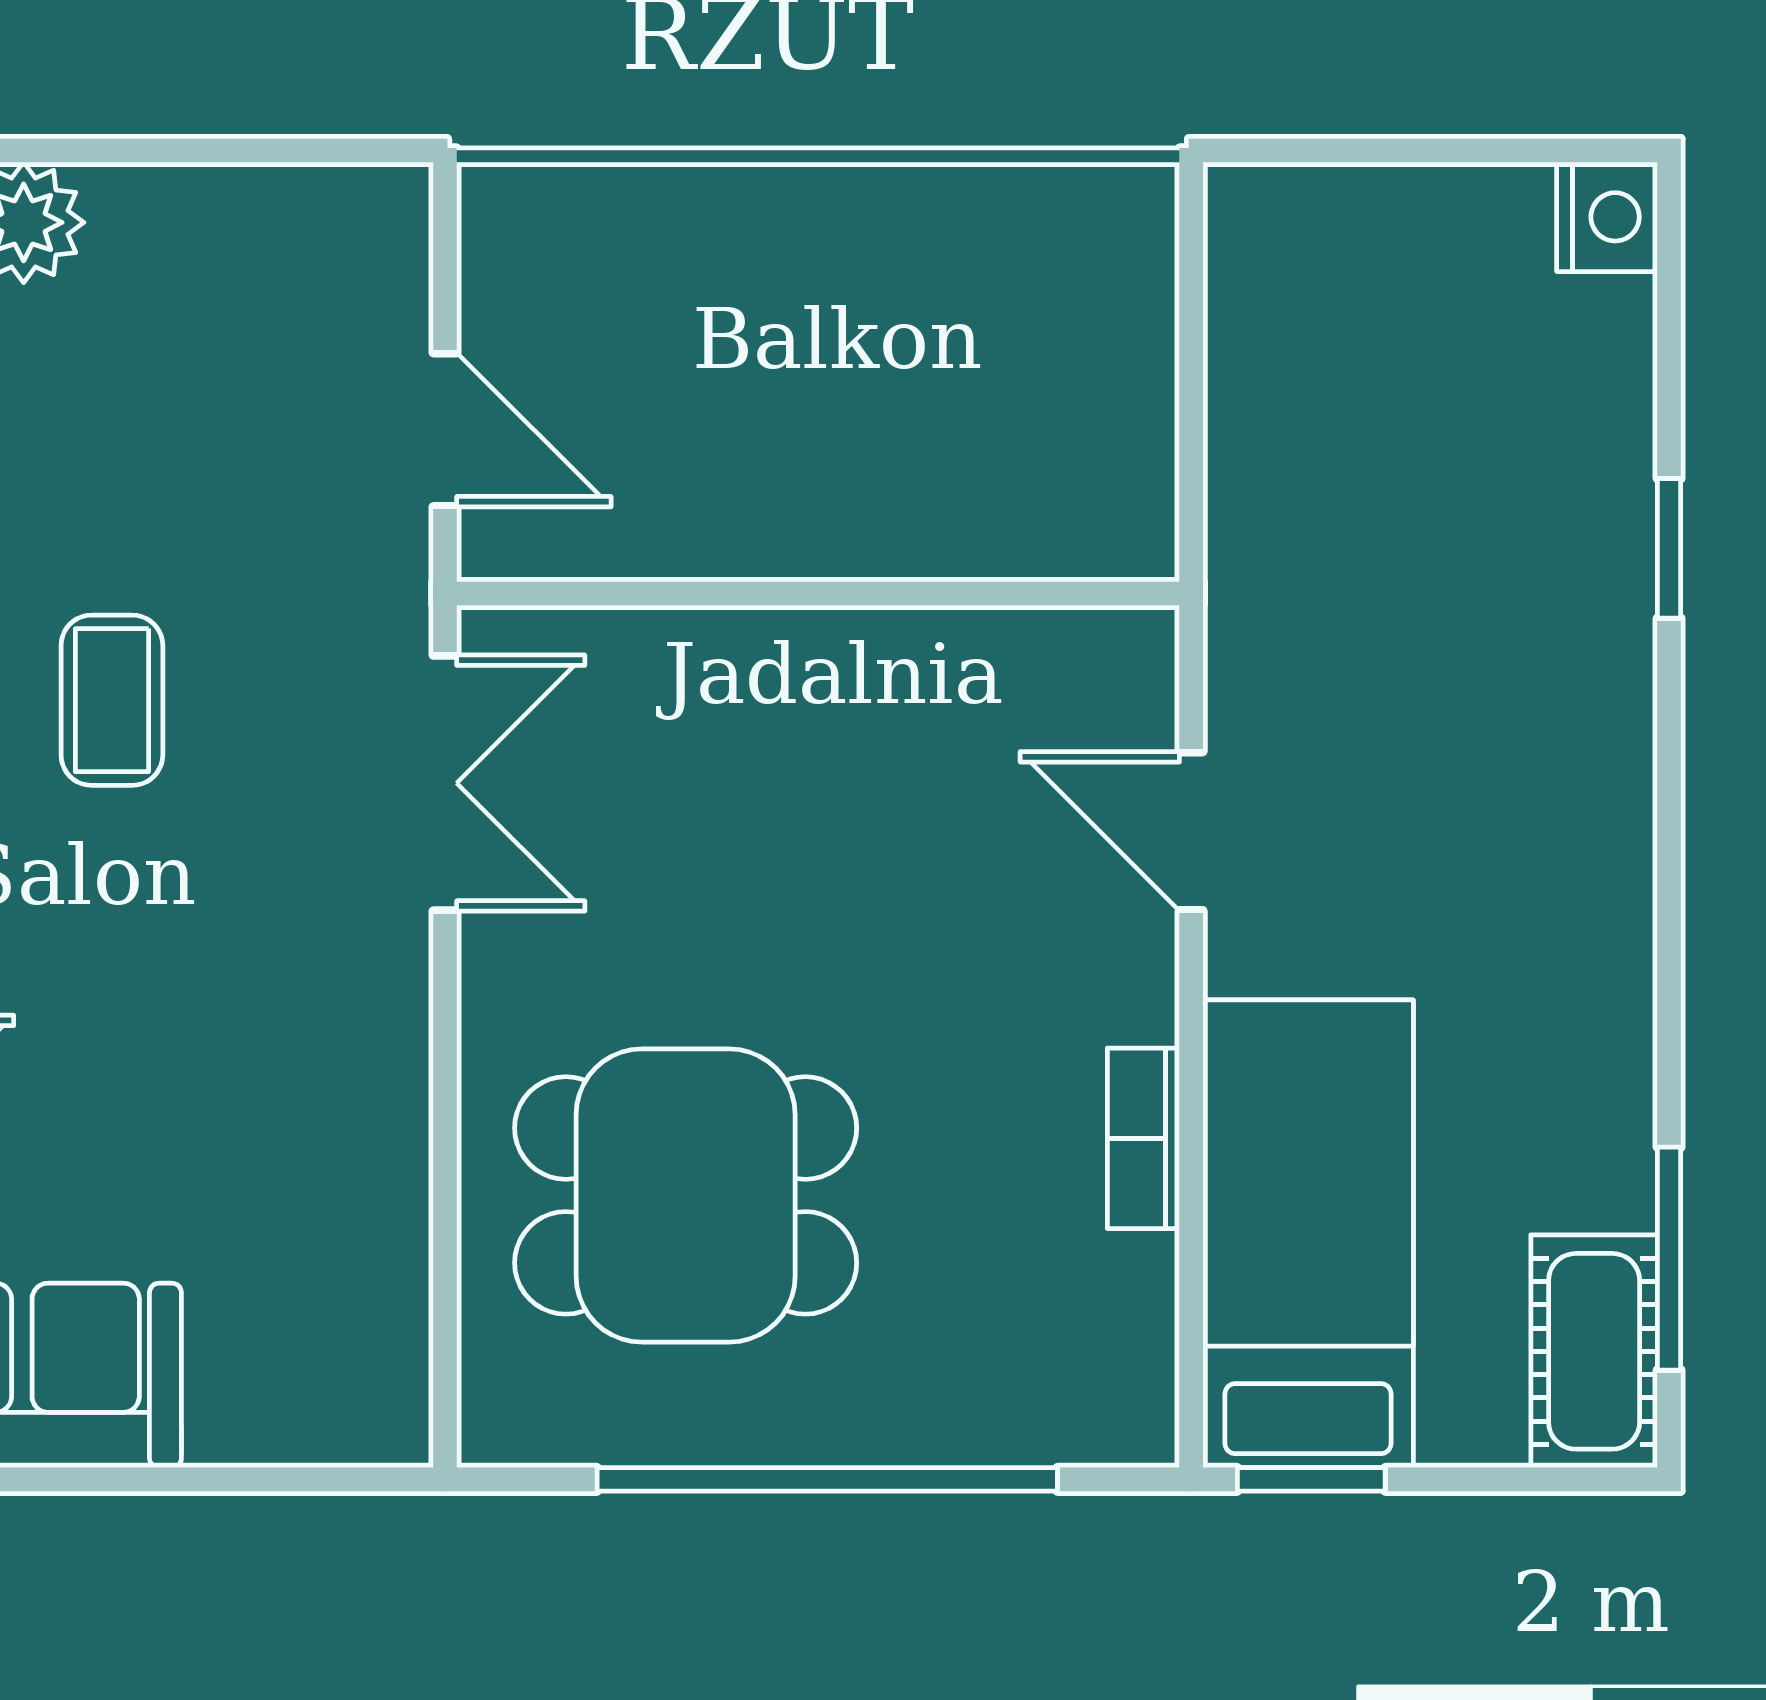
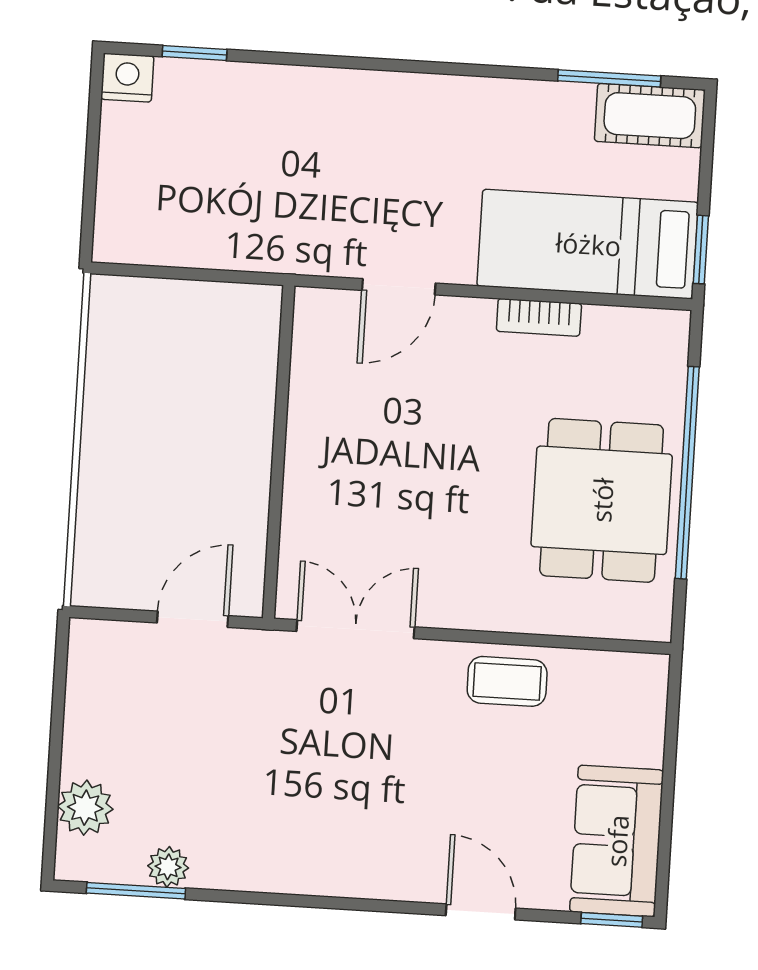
window: (1669, 548) -> (195, 53), moved
coffee table: (112, 700) -> (507, 681), moved
dining table: (686, 1195) -> (602, 500), moved

